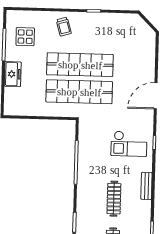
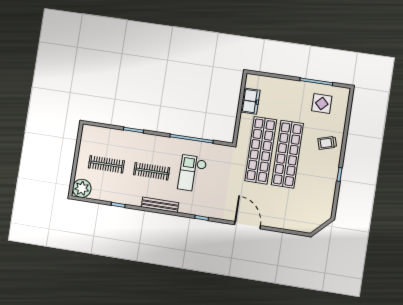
freezer: (13, 74) -> (250, 101), moved, turned -90
checkout: (129, 144) -> (192, 173), moved
bench: (147, 186) -> (160, 205), width x1.36

